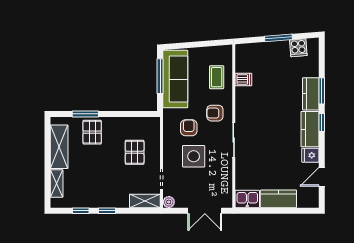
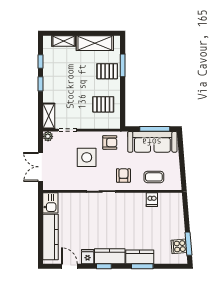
window: (278, 38) -> (188, 244), moved
window: (322, 122) -> (104, 266), moved
armchair: (189, 128) -> (110, 142), moved
pallet: (135, 152) -> (103, 104), moved
kitchen counter: (278, 199) -> (51, 237), width x1.50

